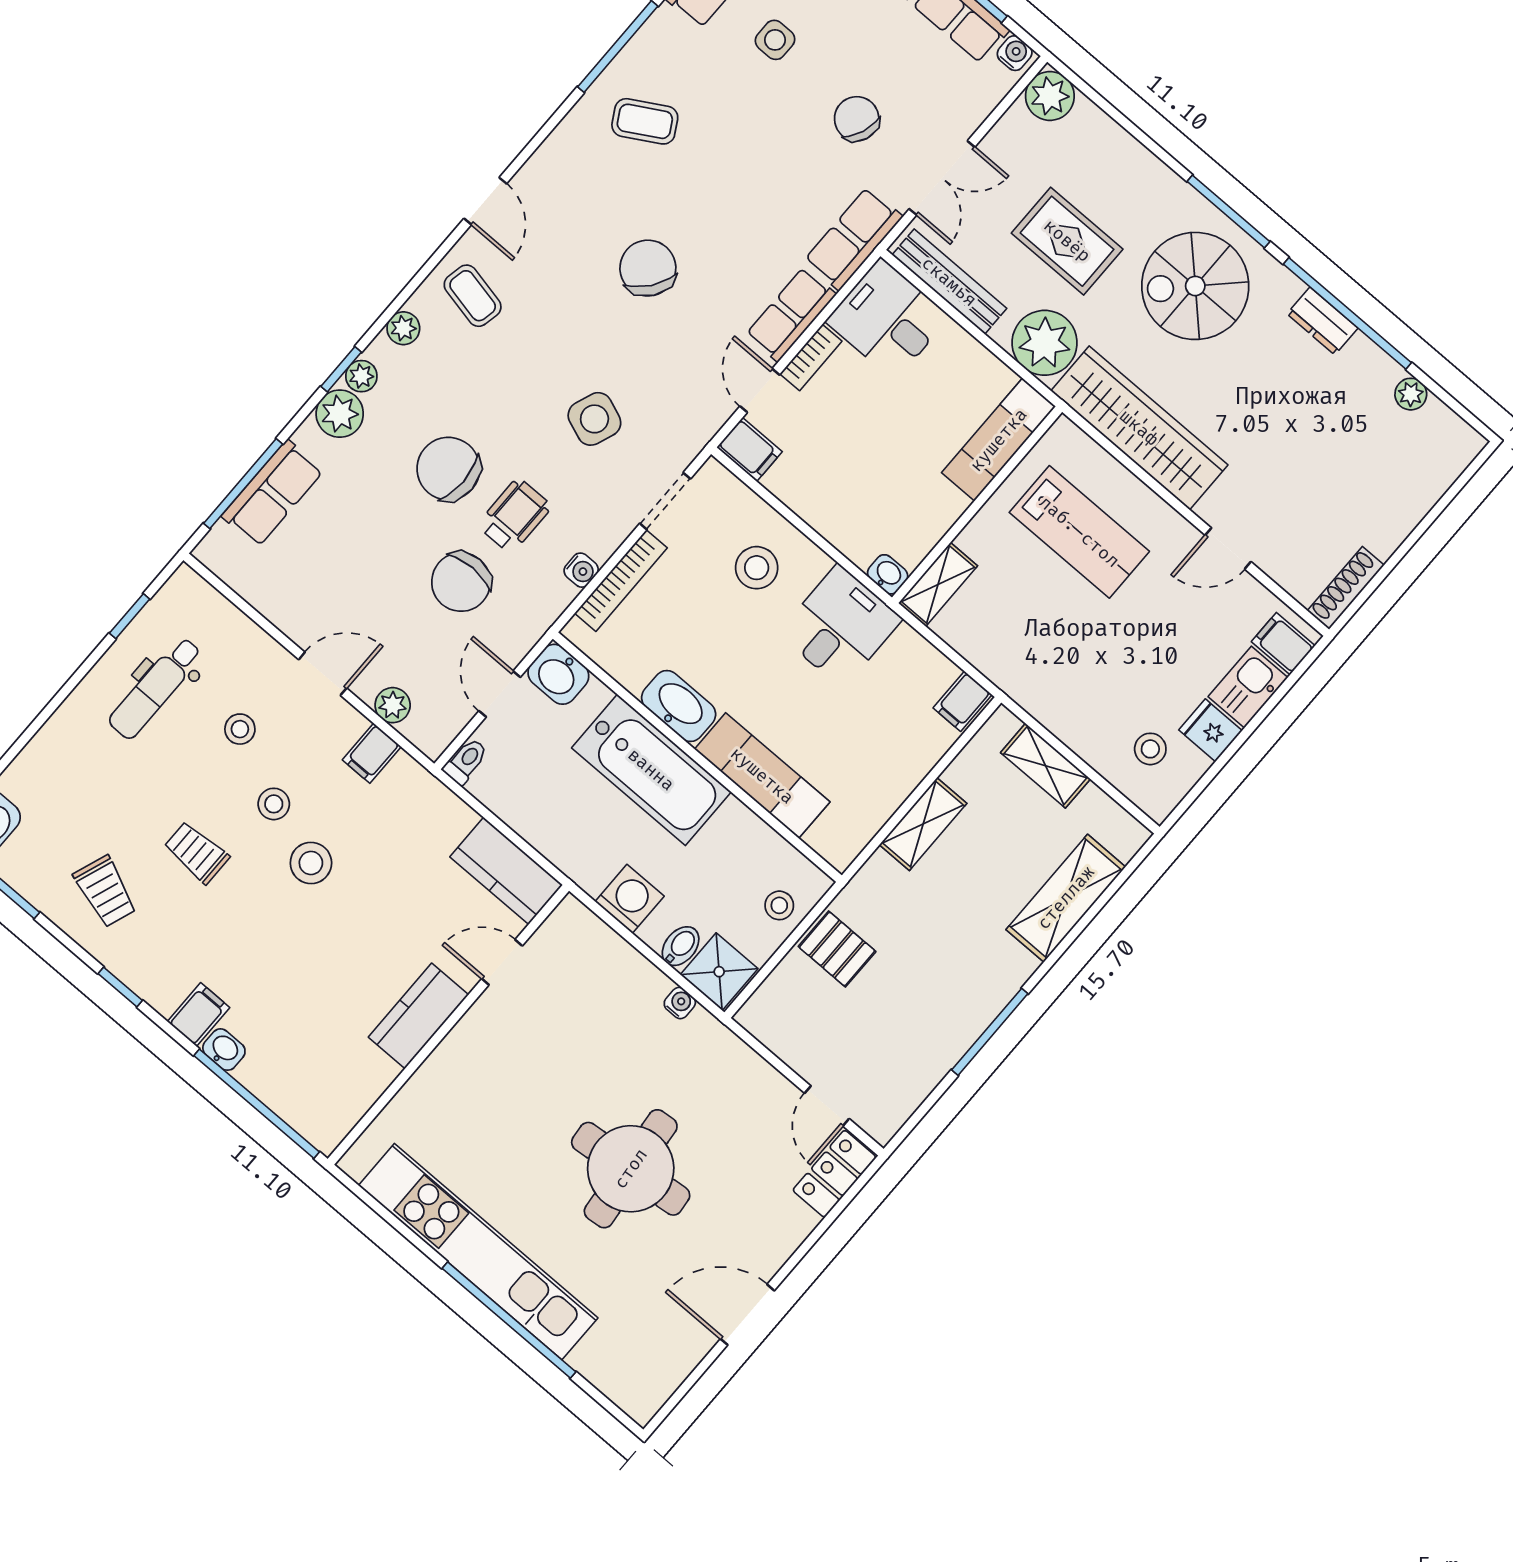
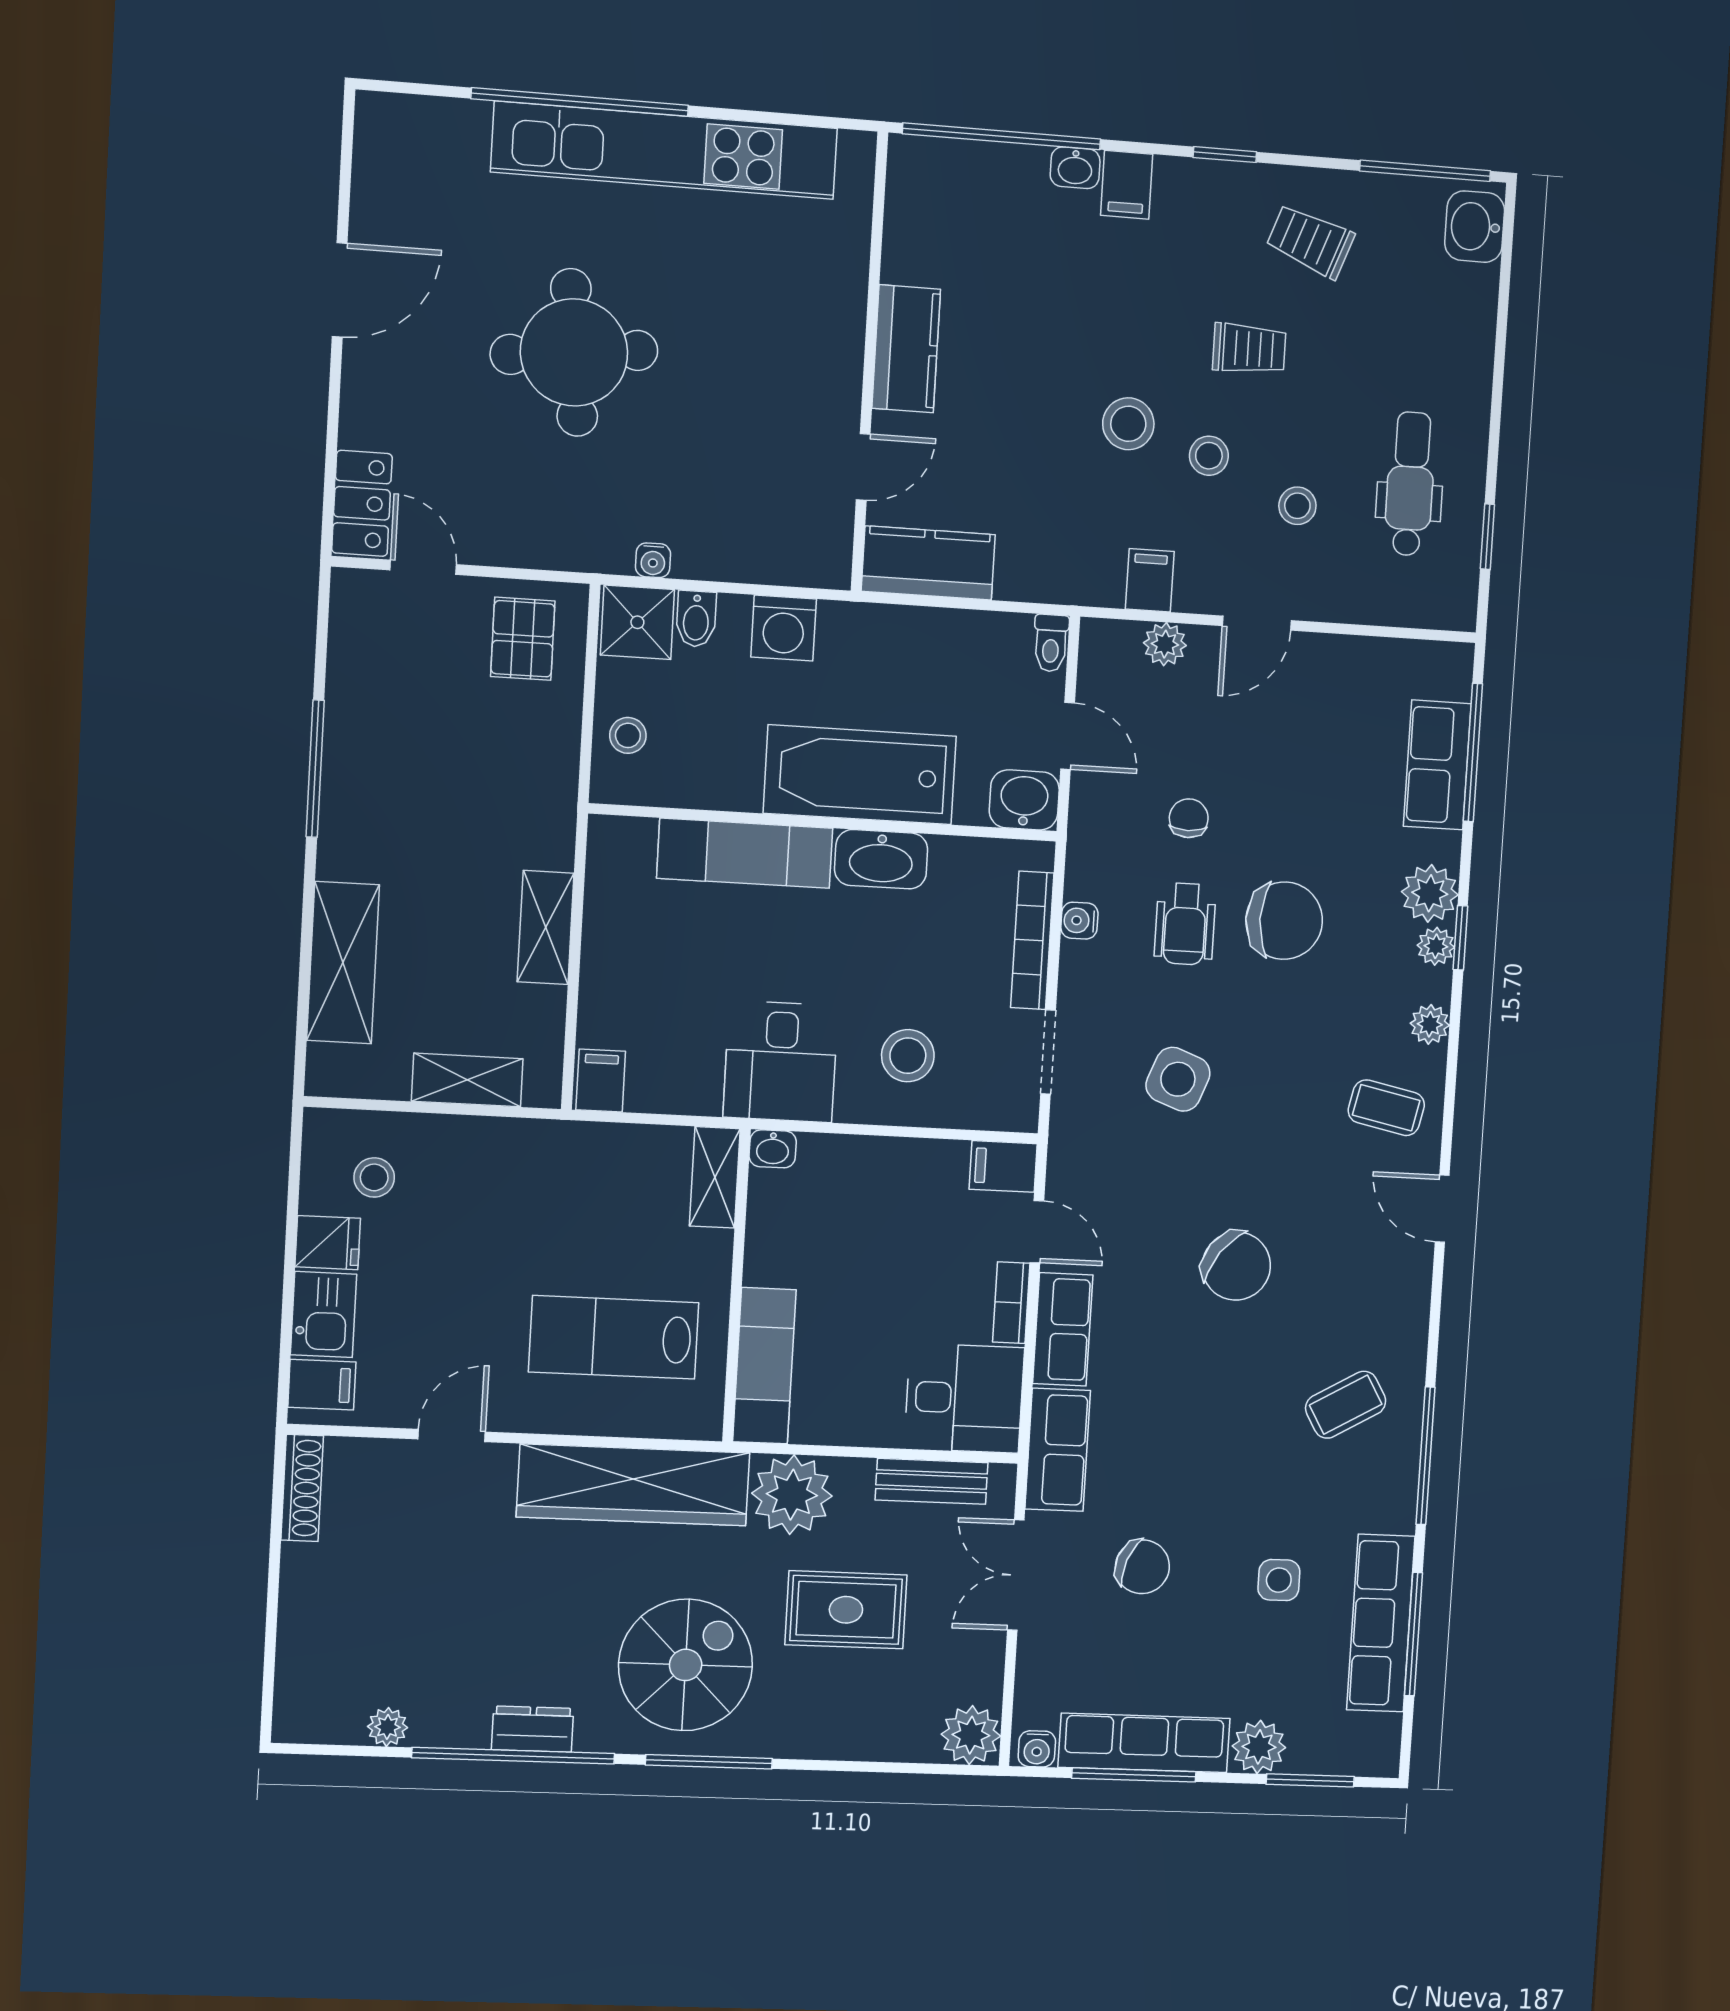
bench: (949, 282) -> (932, 1481), width x0.73
chair: (461, 582) -> (1189, 818), width x0.54, depth x0.54
pallet: (837, 949) -> (523, 639), moved, turned 90

